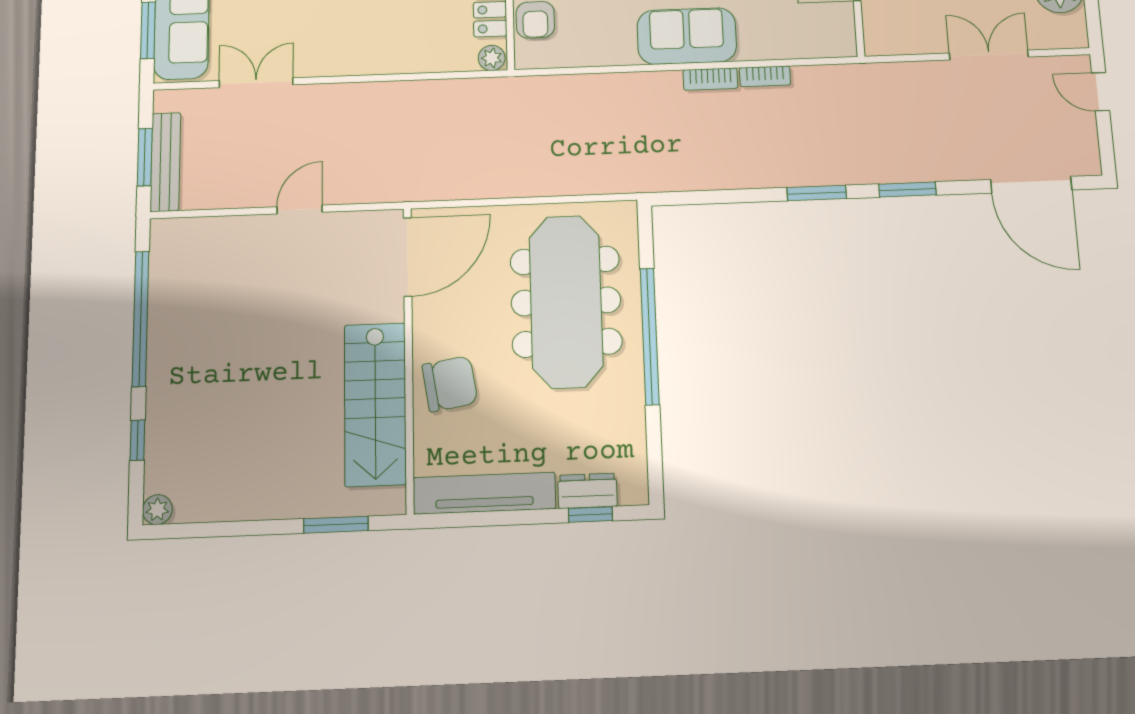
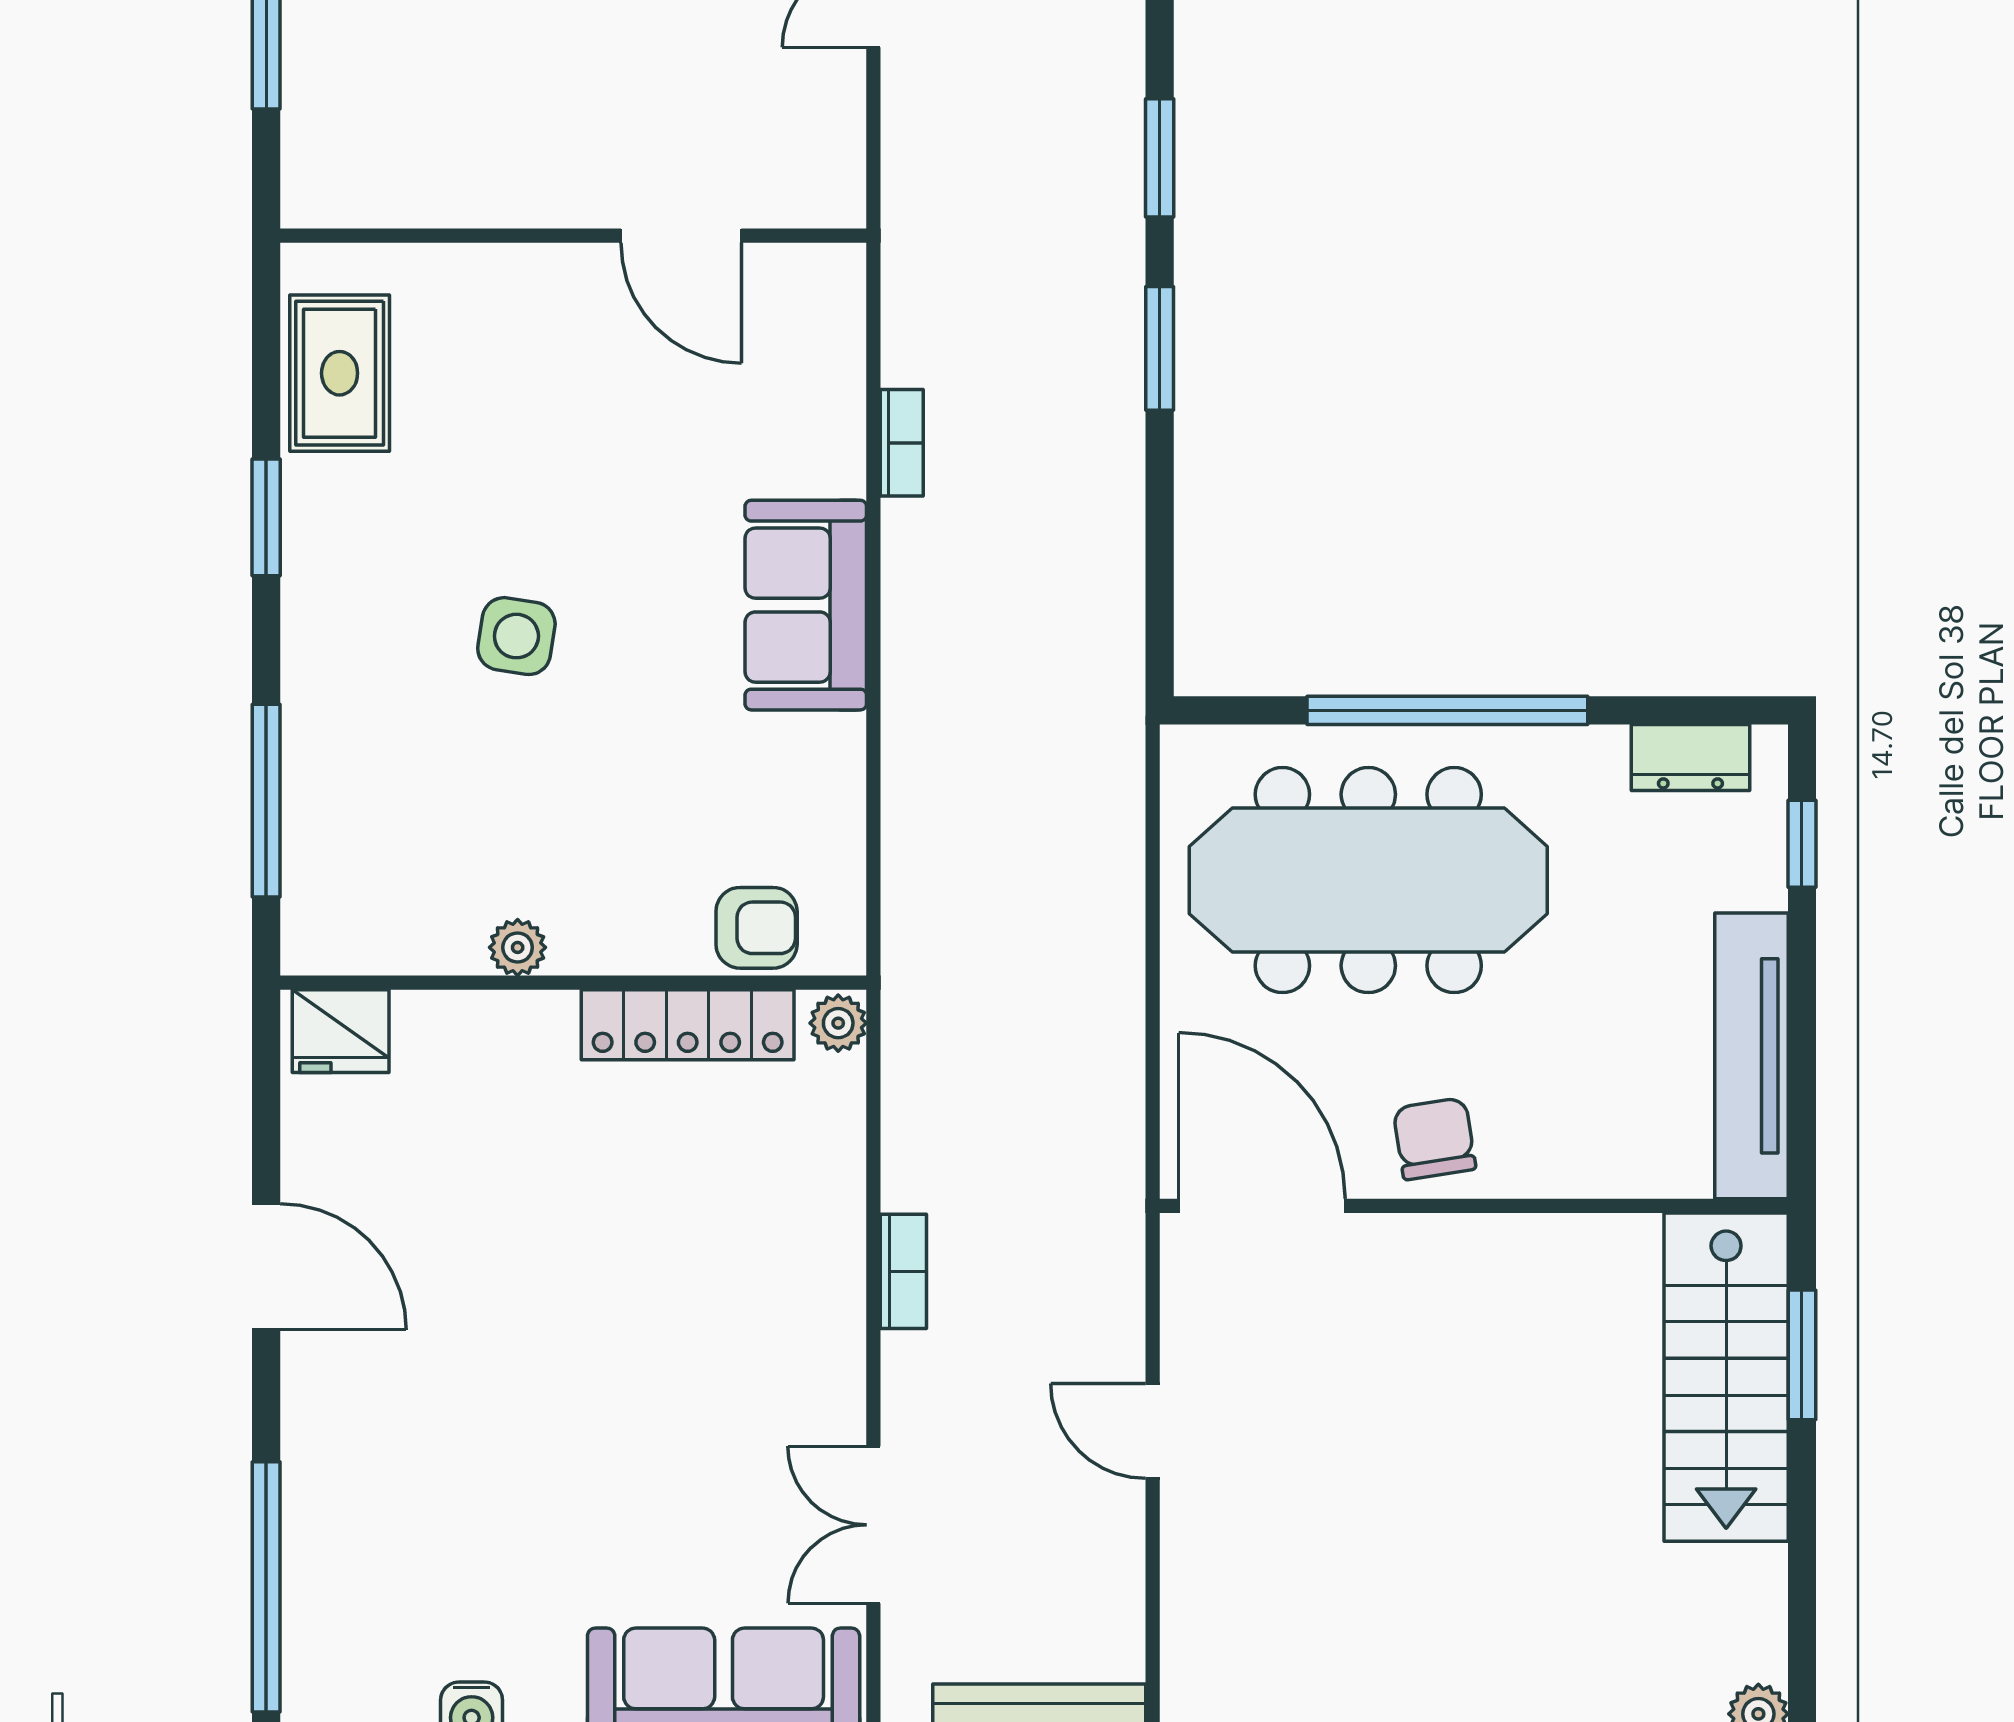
bookcase: (710, 79) -> (903, 1271), moved
chair: (450, 384) -> (1434, 1139), moved, width x0.73, depth x0.73
stairs: (375, 404) -> (1726, 1377), moved, turned 90
dresser: (587, 491) -> (1690, 757), moved, turned -90

